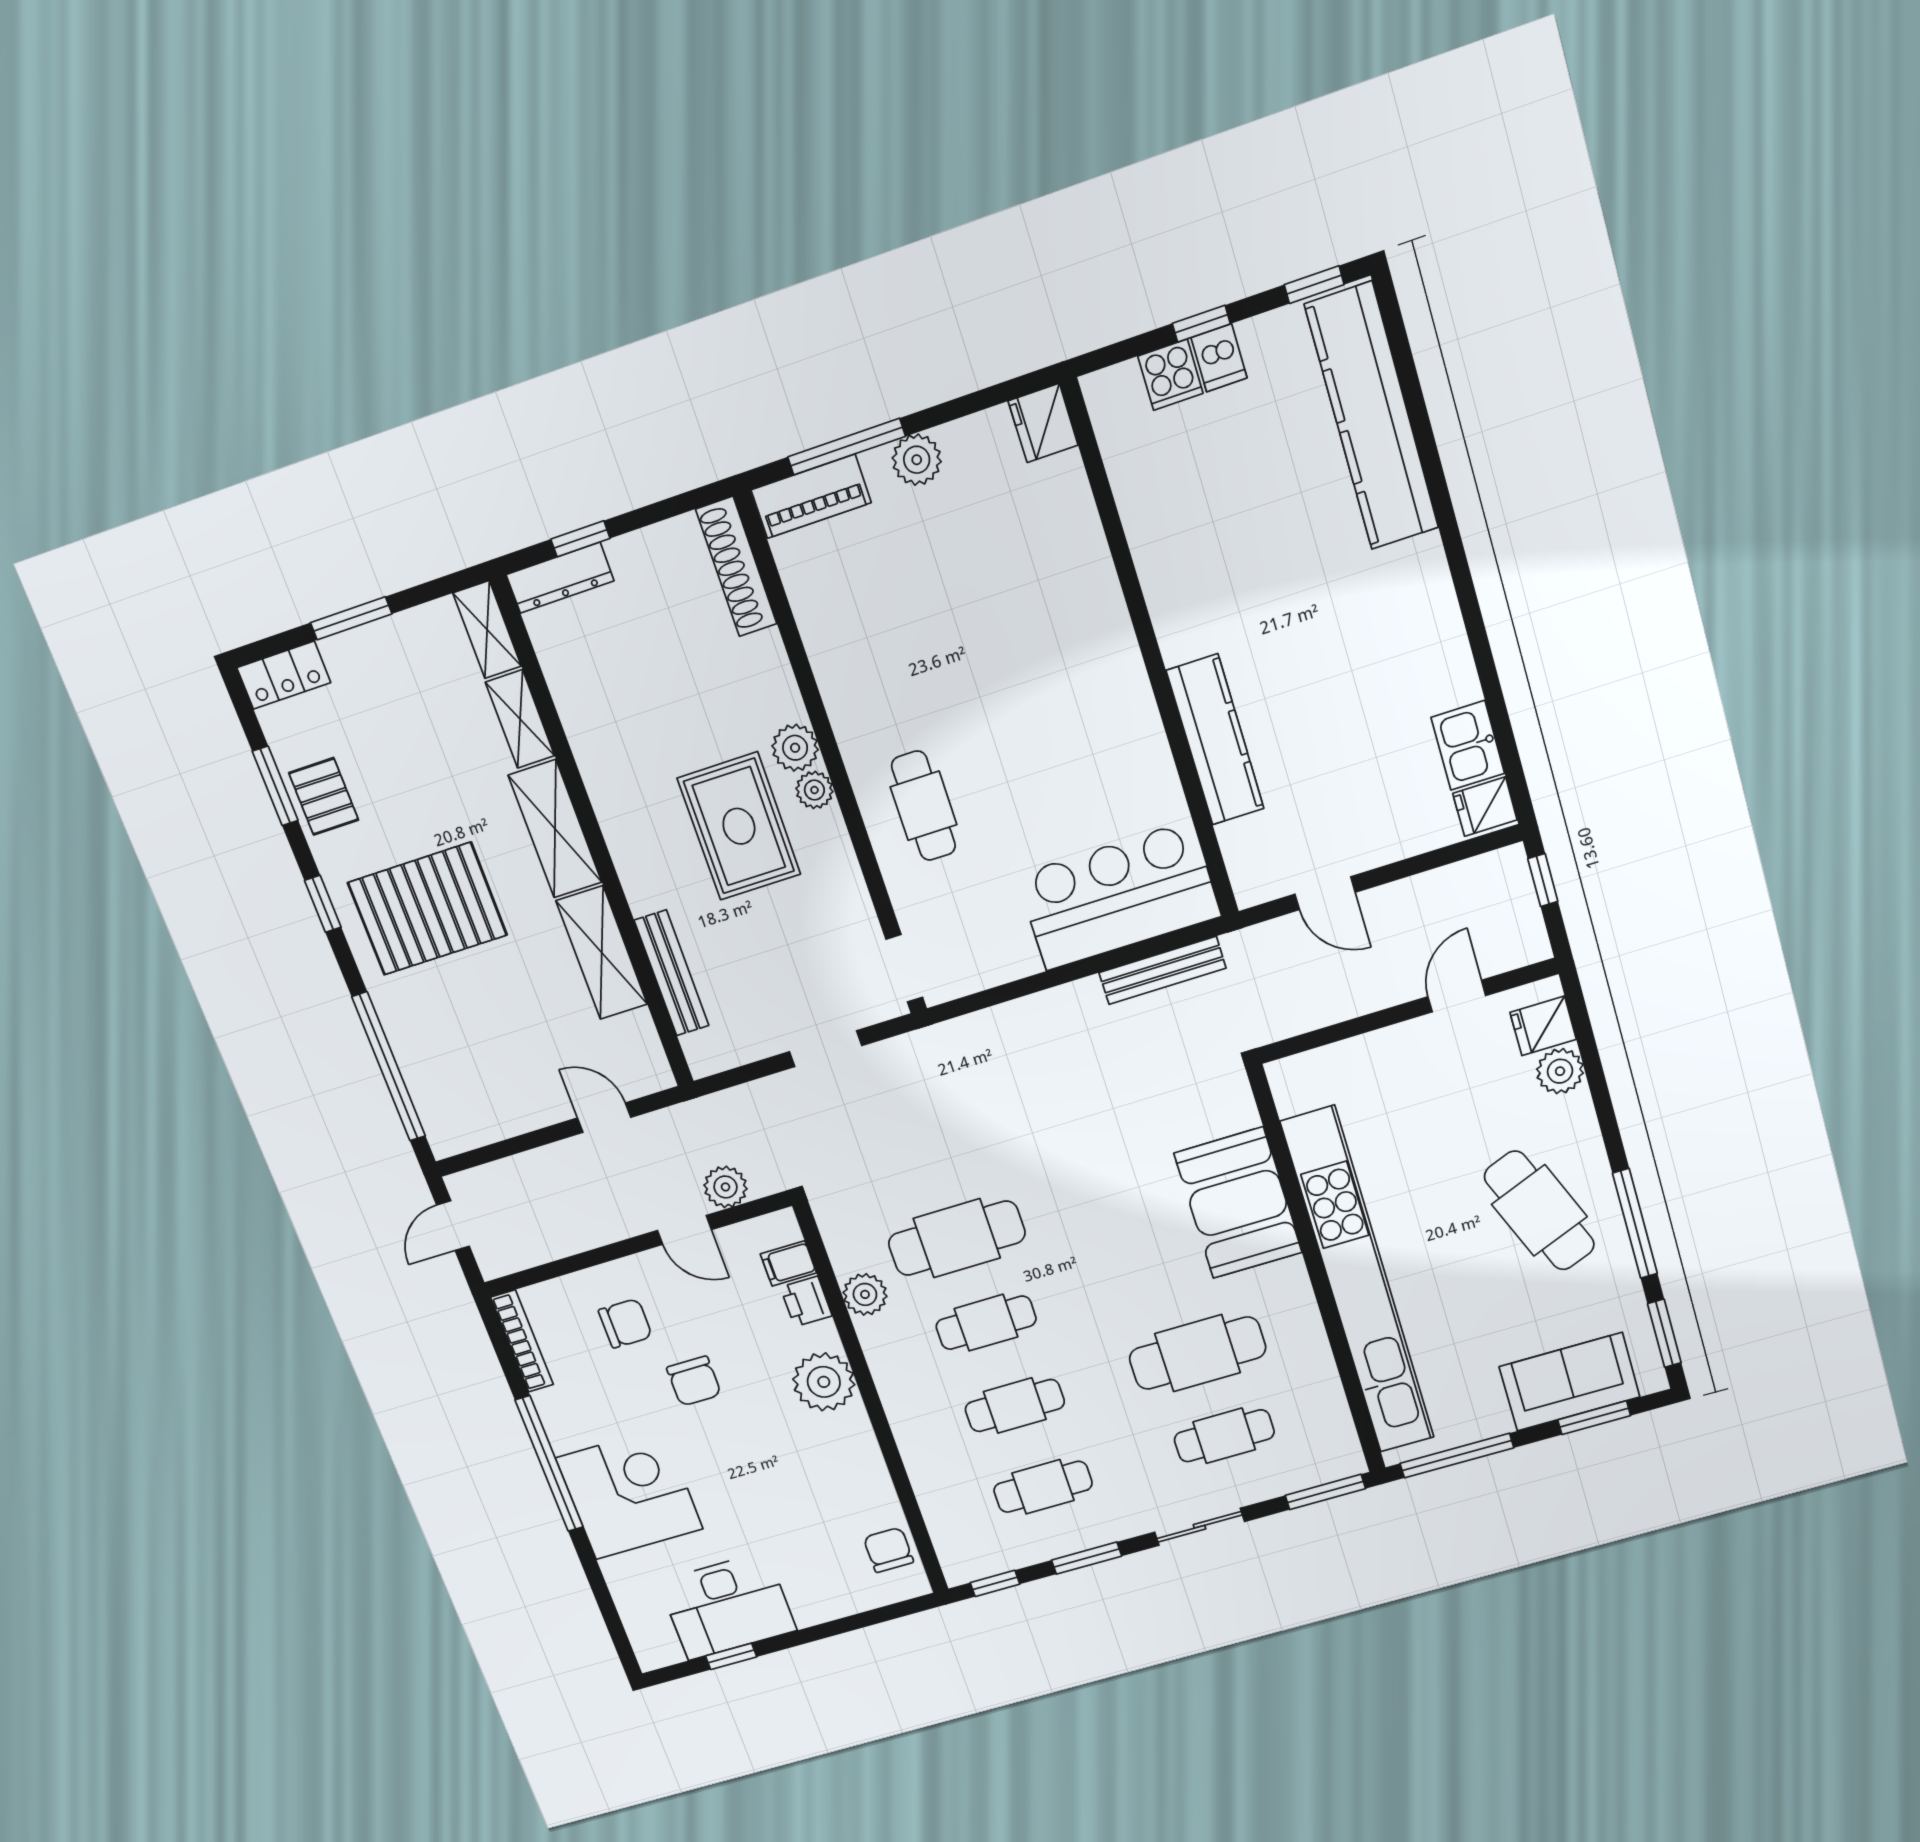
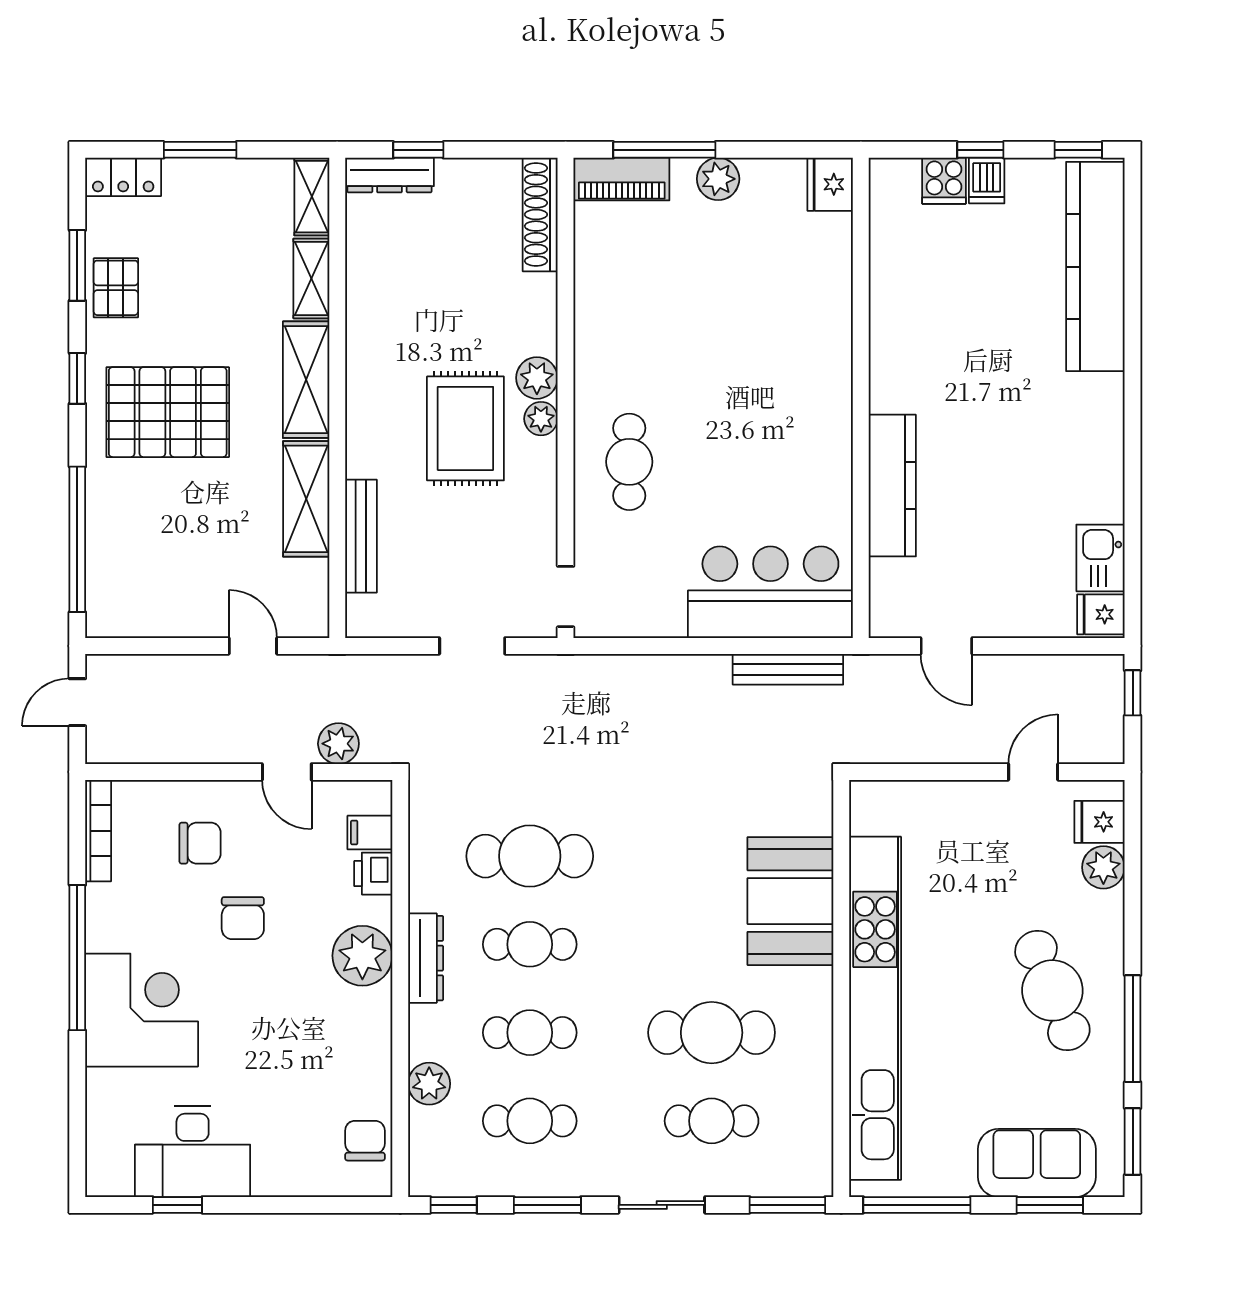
plant: (865, 1294) -> (429, 1084), moved
dresser: (887, 1366) -> (426, 958), added

